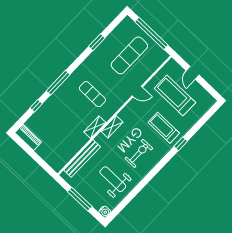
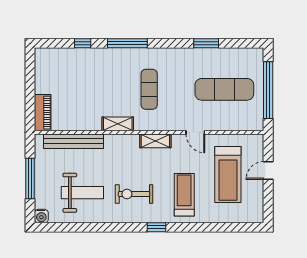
treadmill: (175, 95) -> (228, 174), turned 180
shelving: (112, 127) -> (155, 141), moved
piano: (28, 137) -> (43, 113), moved
window: (181, 144) -> (157, 227), moved
exercise bike: (139, 153) -> (134, 194), turned 180
weight bench: (113, 179) -> (82, 193), turned 90

